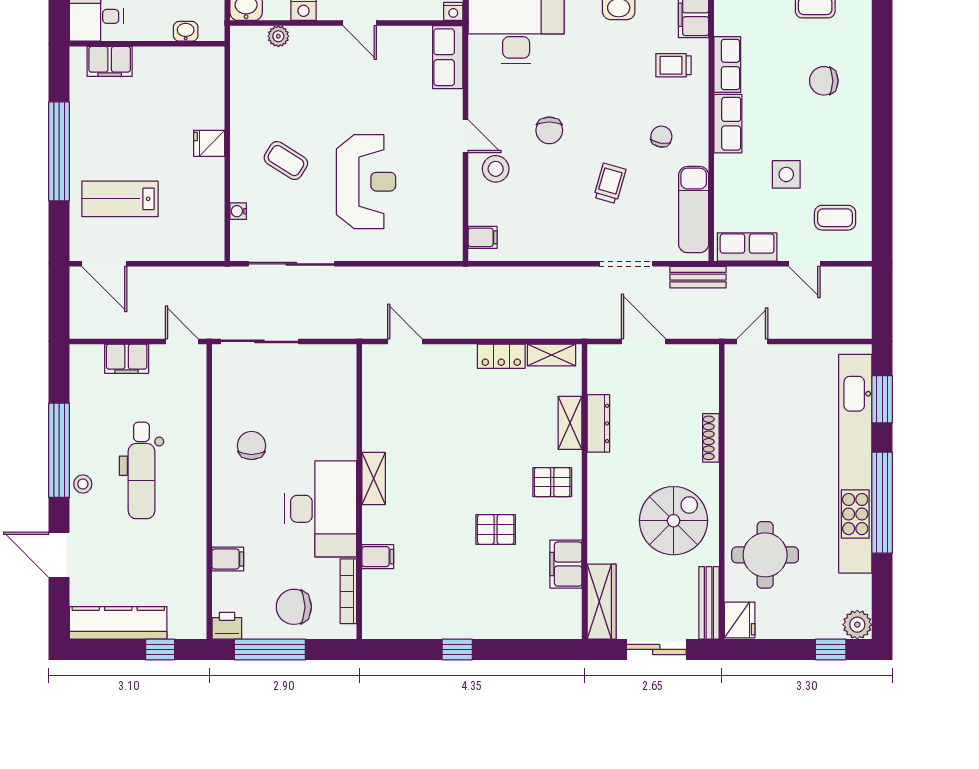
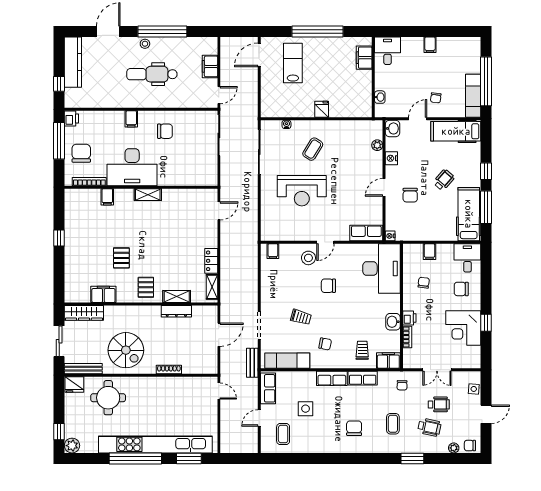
filing cabinet: (228, 559) -> (131, 119), moved

